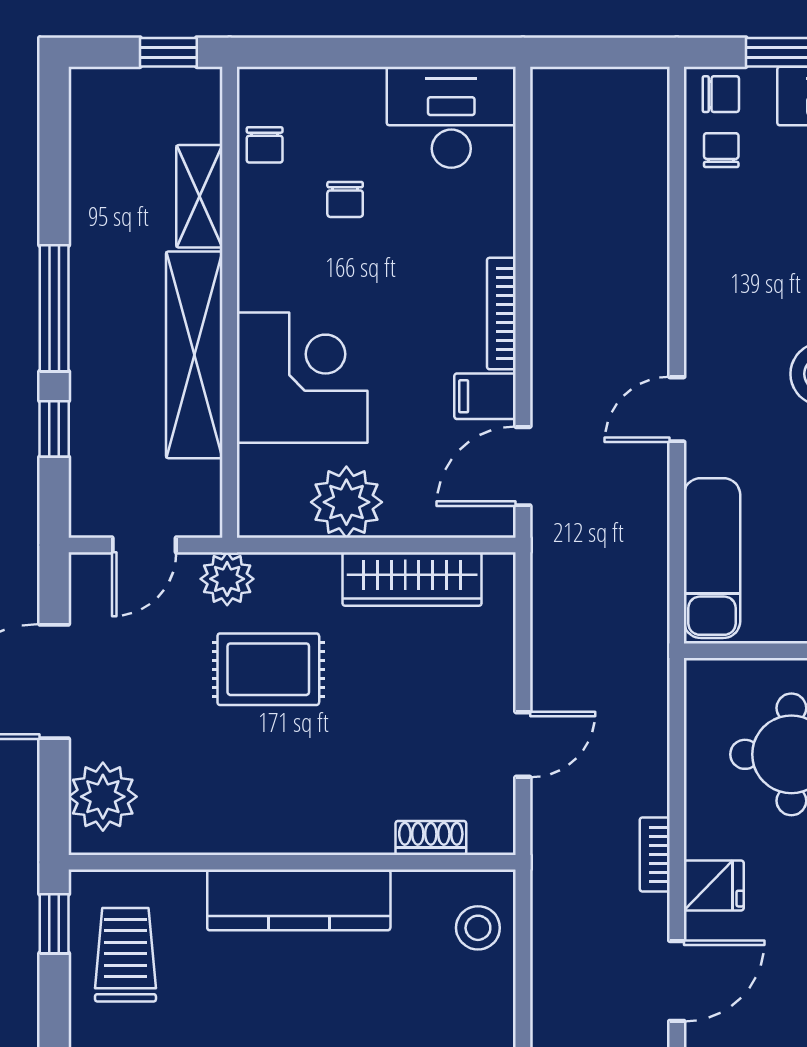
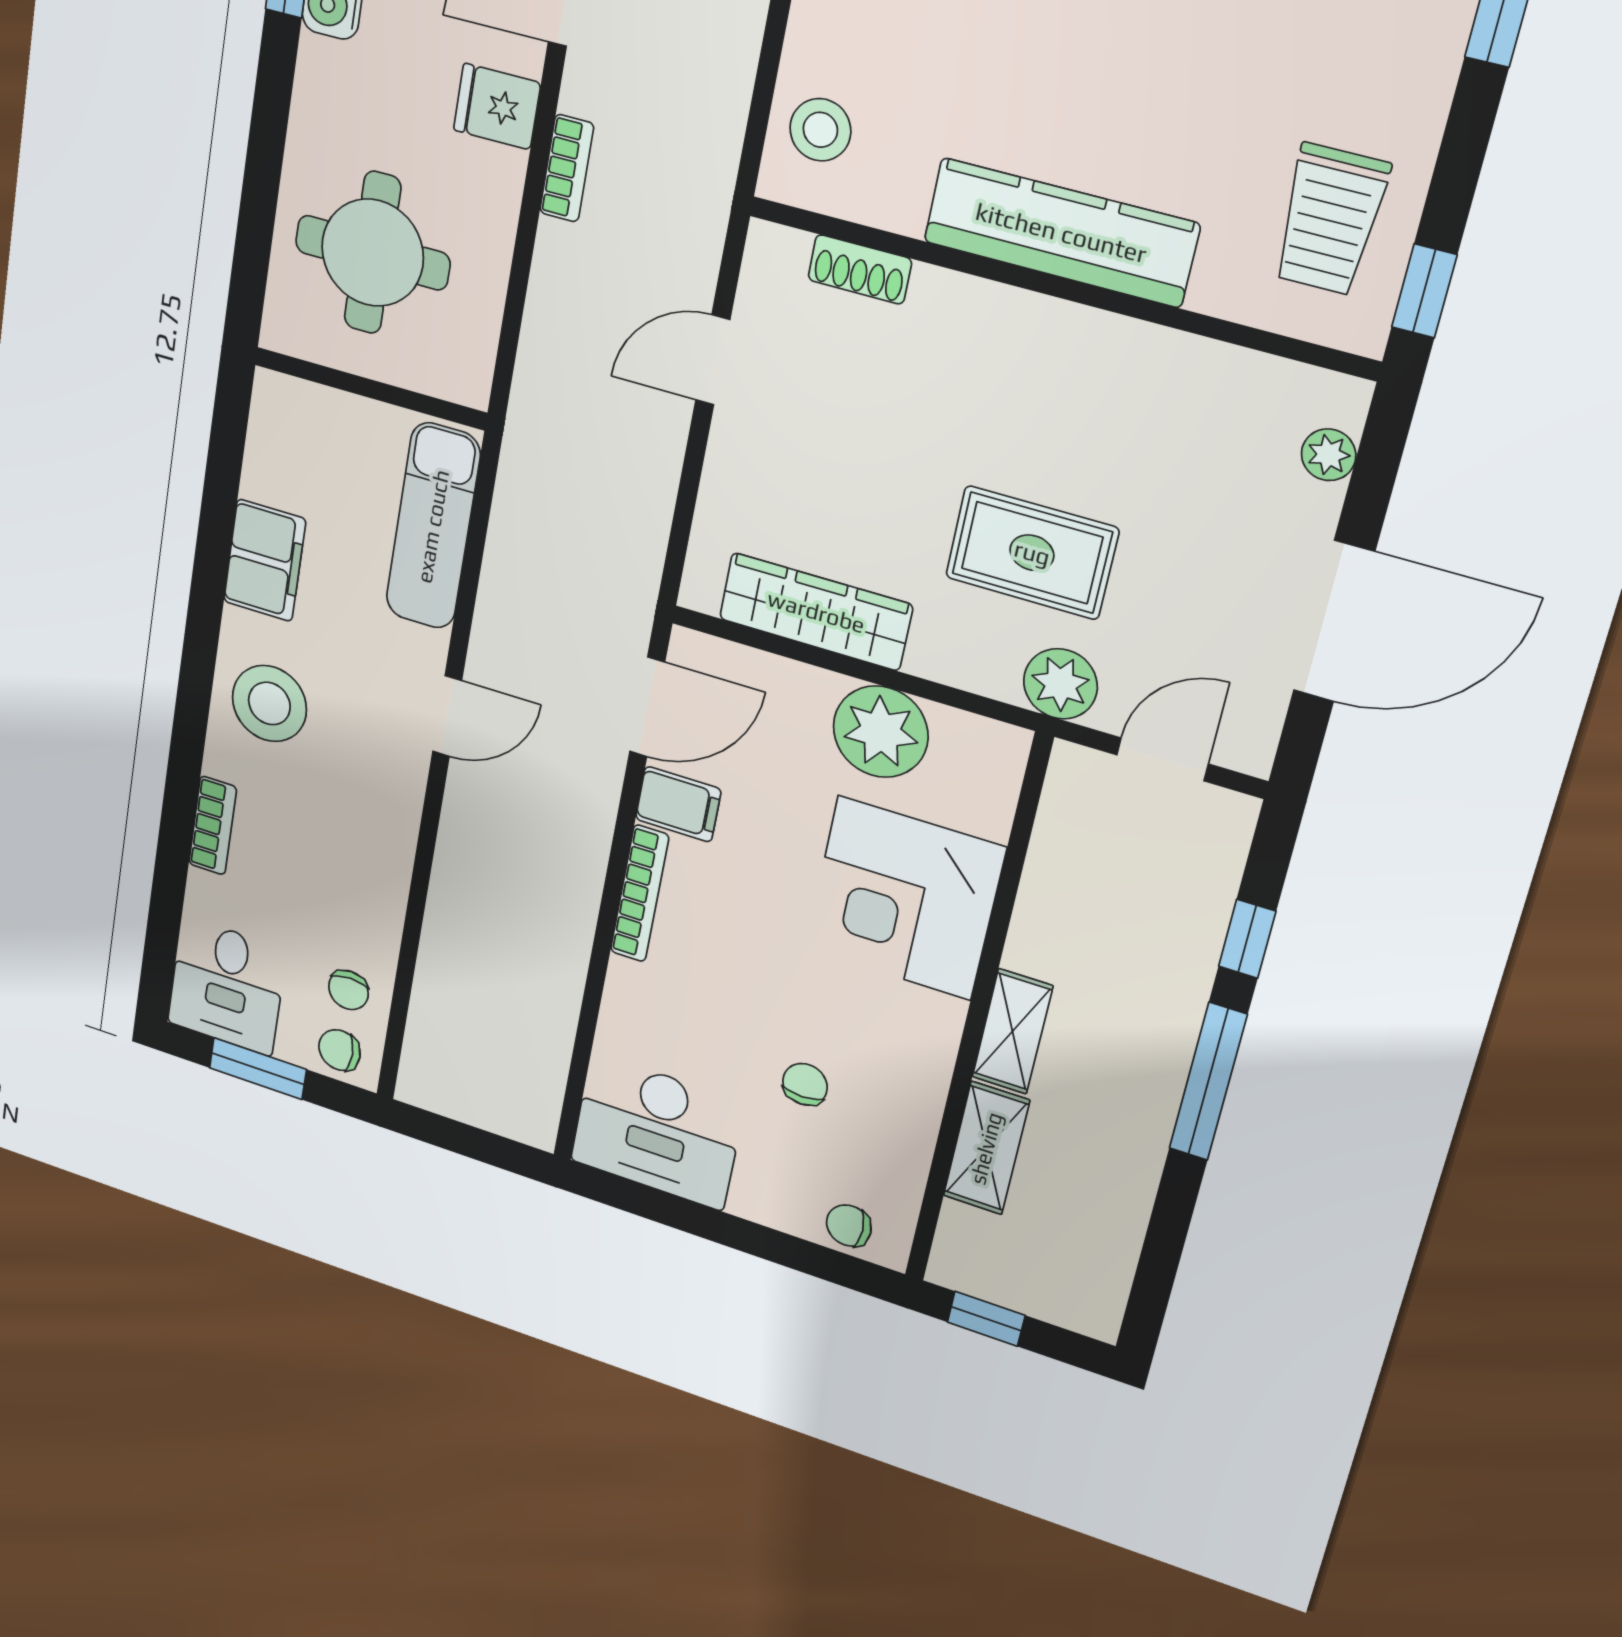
chair: (265, 145) -> (849, 1226), moved, turned -90
shelving: (194, 355) -> (1012, 1031), width x0.45, depth x0.75
plant: (103, 797) -> (1329, 455), width x0.53, depth x0.53

